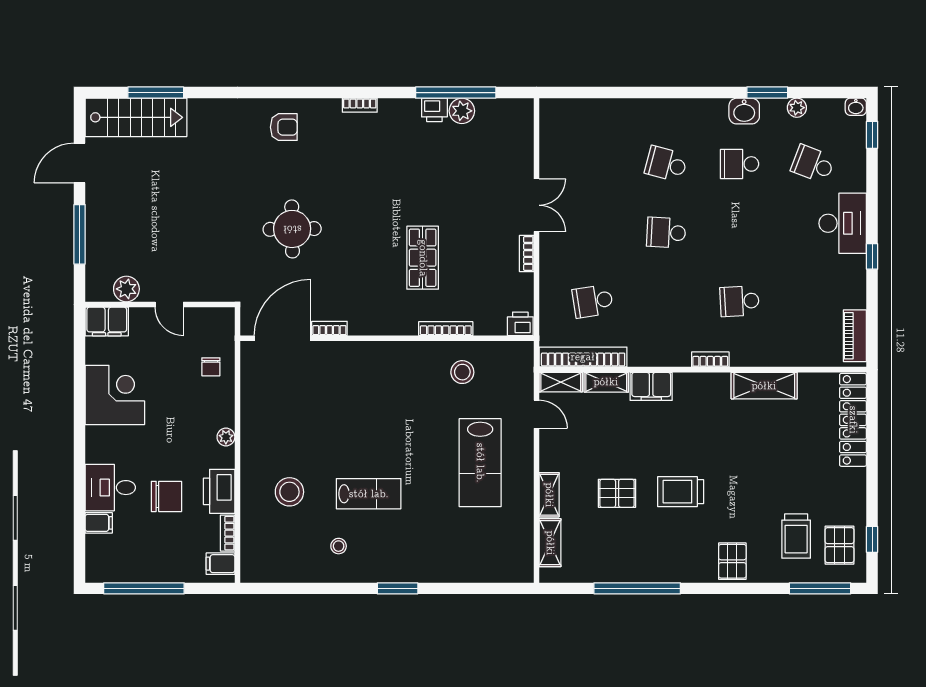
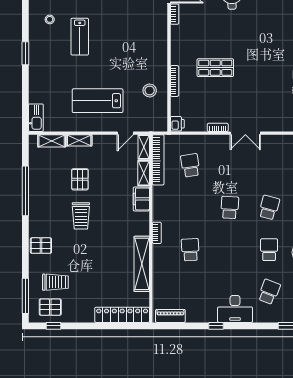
shelving: (764, 386) -> (142, 264), width x1.47
trolley: (681, 492) -> (81, 216), turned 180
trolley: (796, 536) -> (55, 282), turned 180
kitchen sink: (510, 570) -> (36, 118), added

